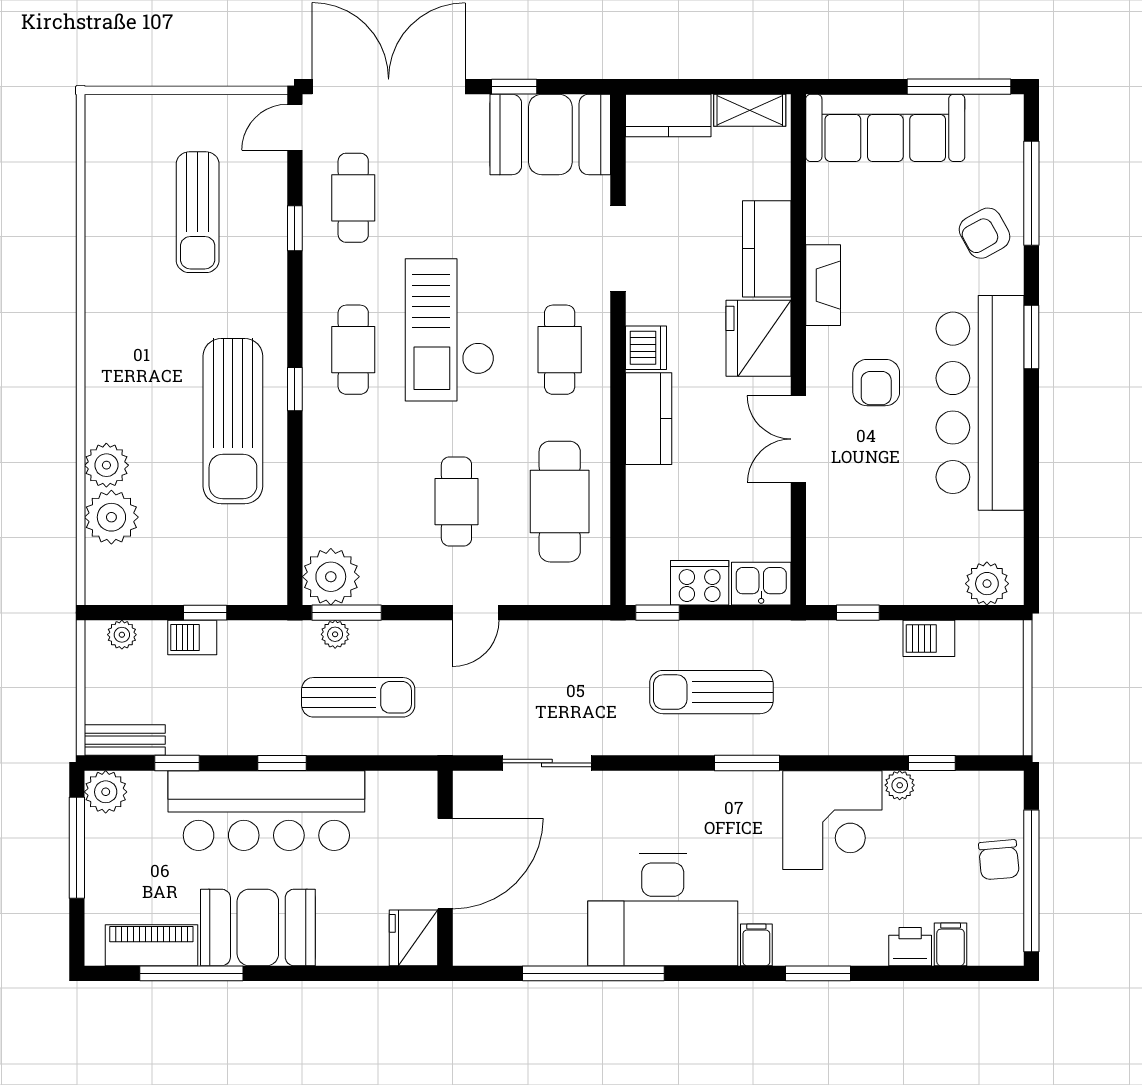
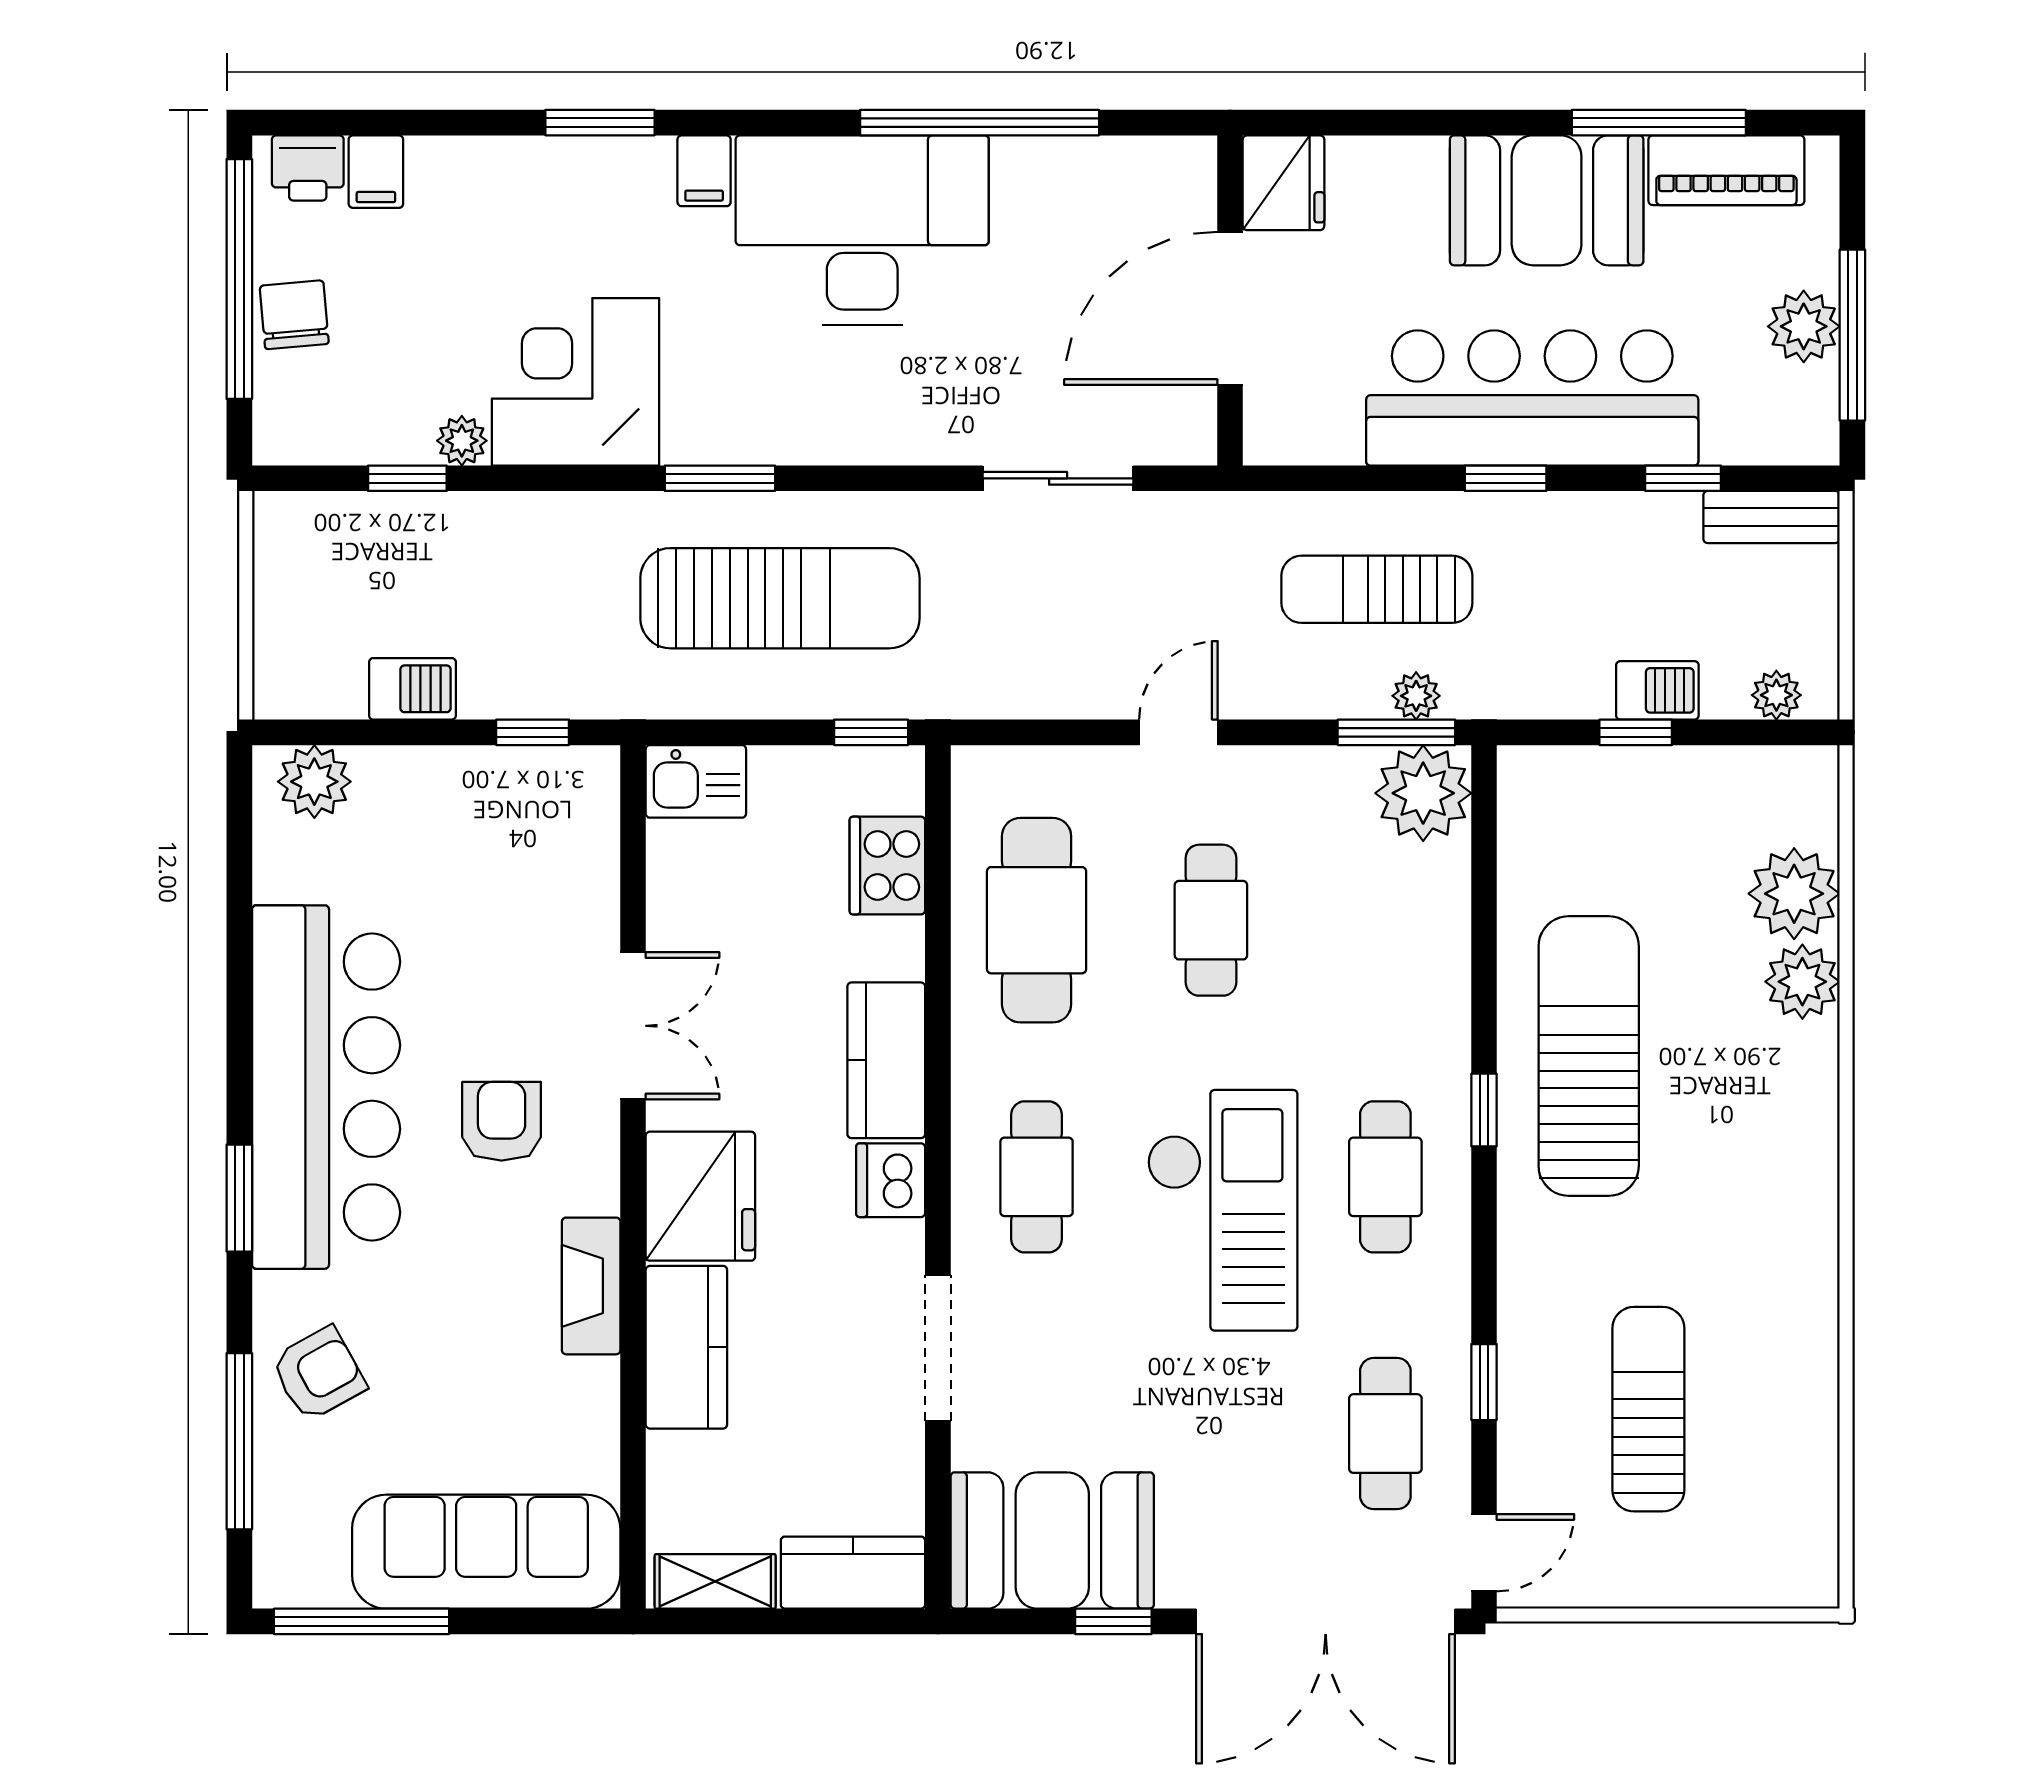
cooker: (700, 583) -> (887, 866), moved, turned 90
sun lounger: (711, 692) -> (780, 598), width x1.36, depth x1.34
plant: (106, 792) -> (1804, 326), moved
printer: (910, 947) -> (308, 168), moved

